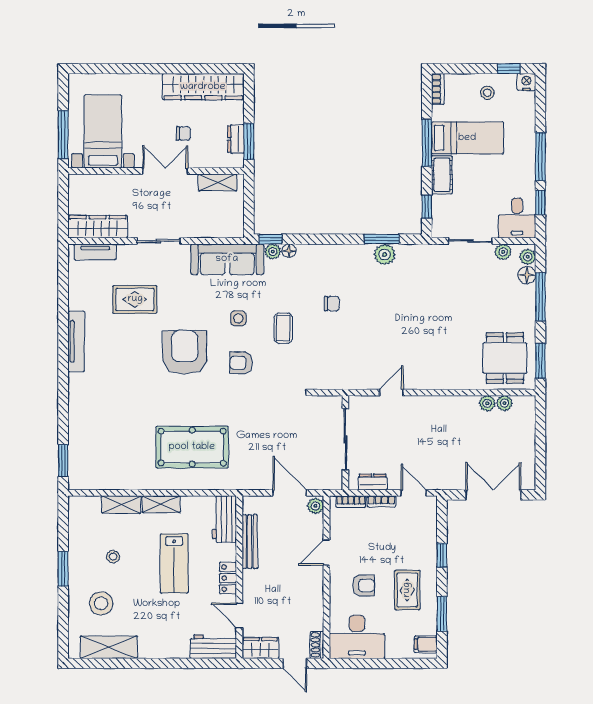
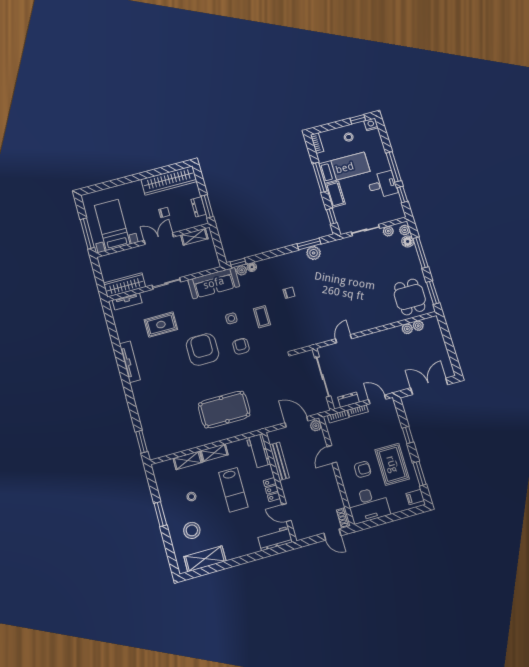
desk: (517, 218) -> (382, 185), moved, turned -90
armchair: (241, 363) -> (241, 346), turned 90
rug: (407, 590) -> (392, 464), width x1.36, depth x1.43
wardrobe: (260, 648) -> (306, 531), removed

